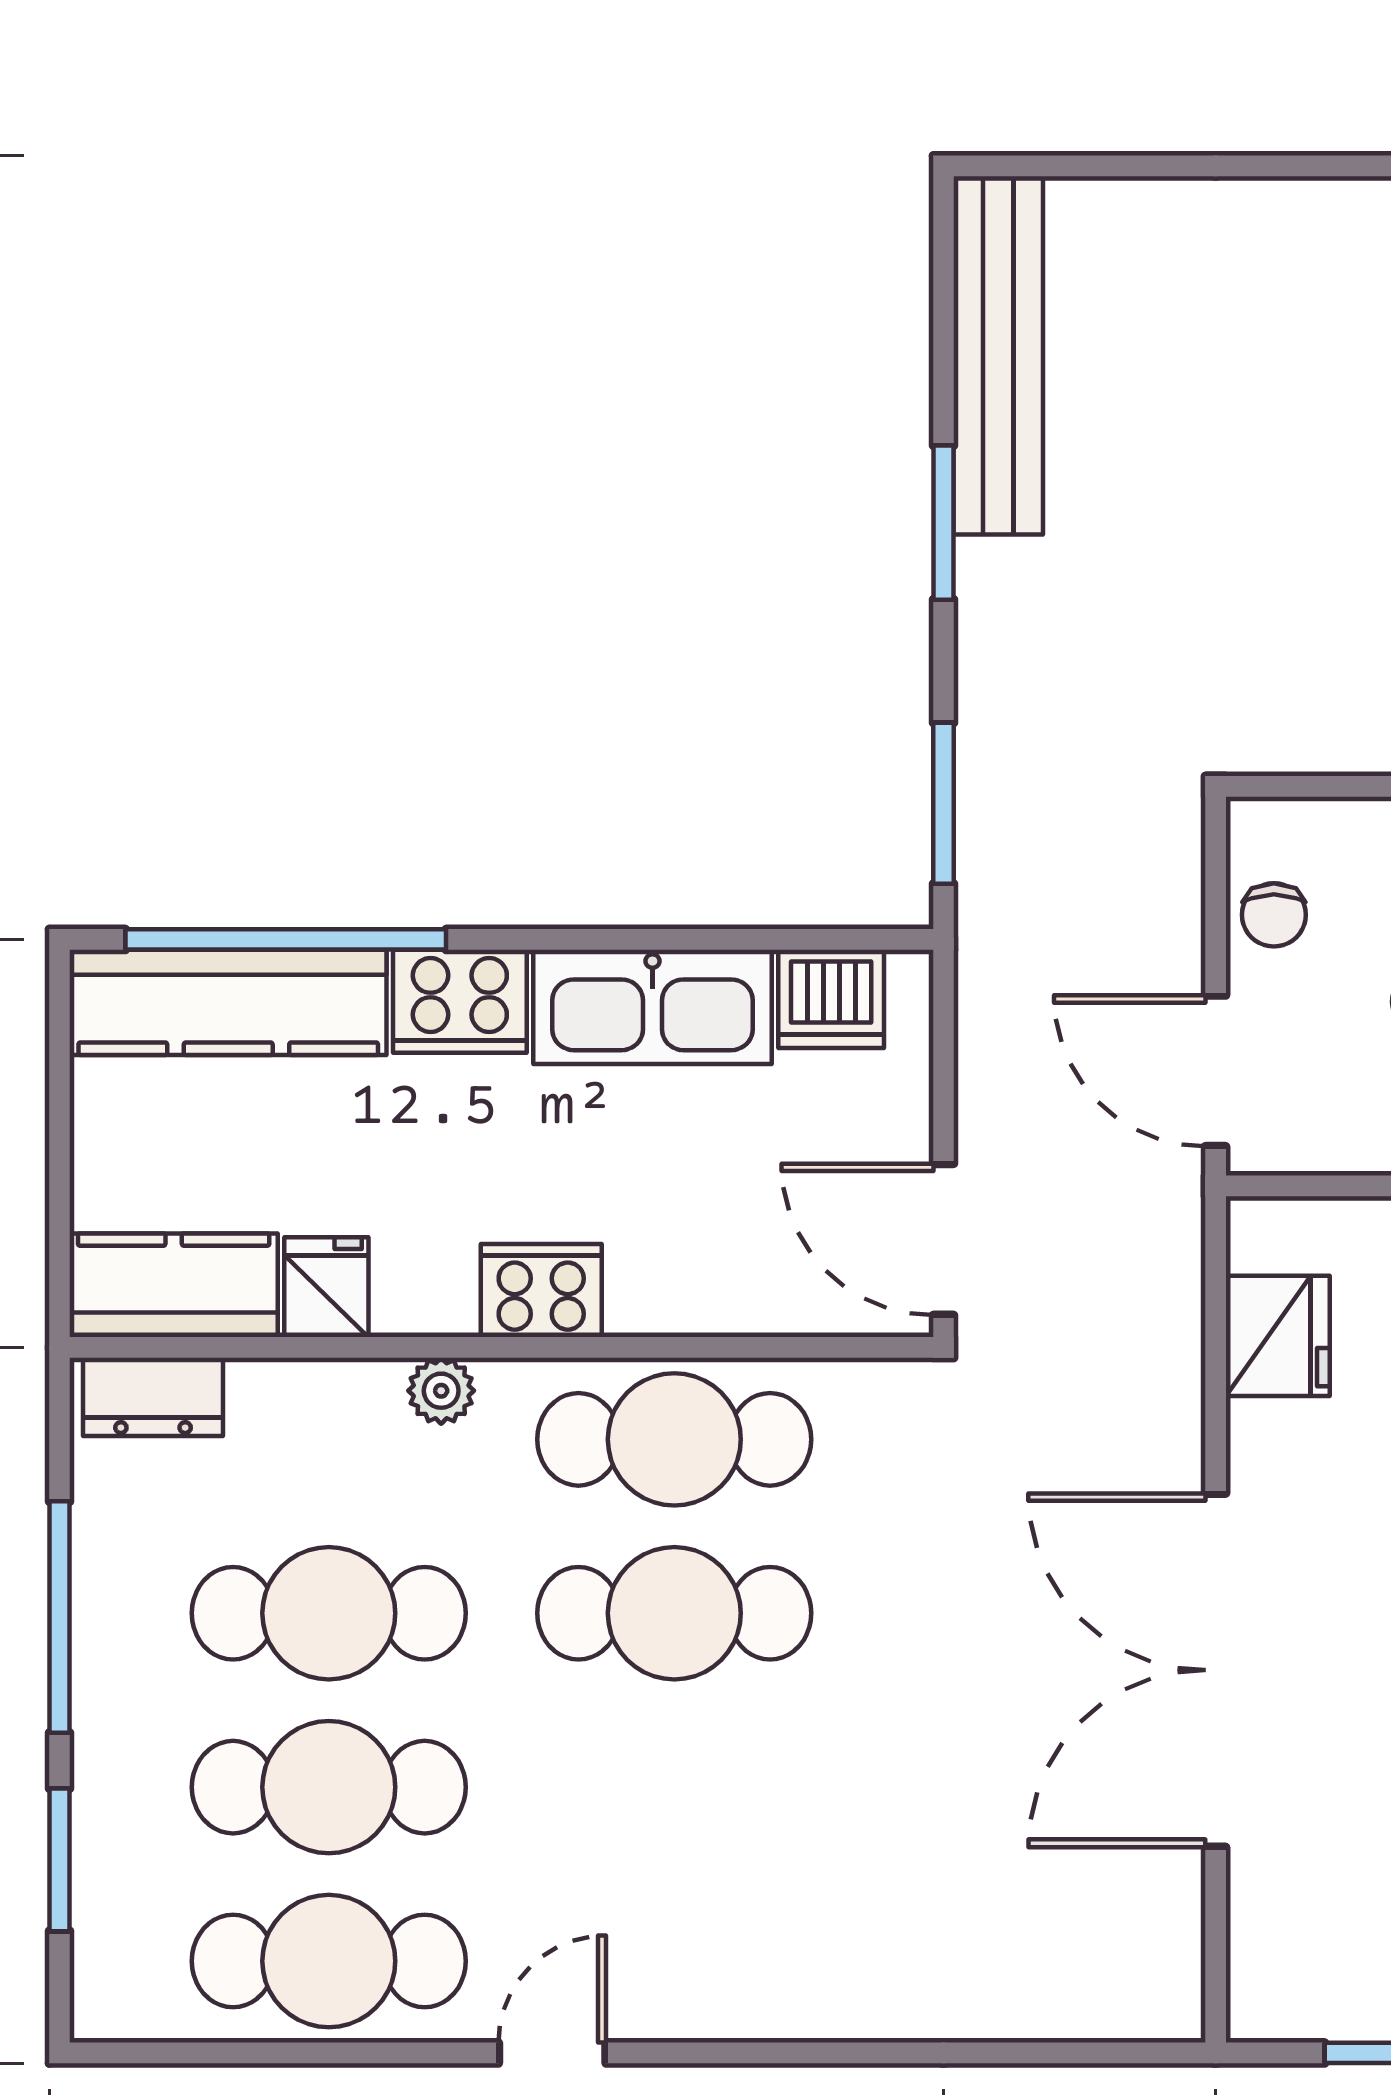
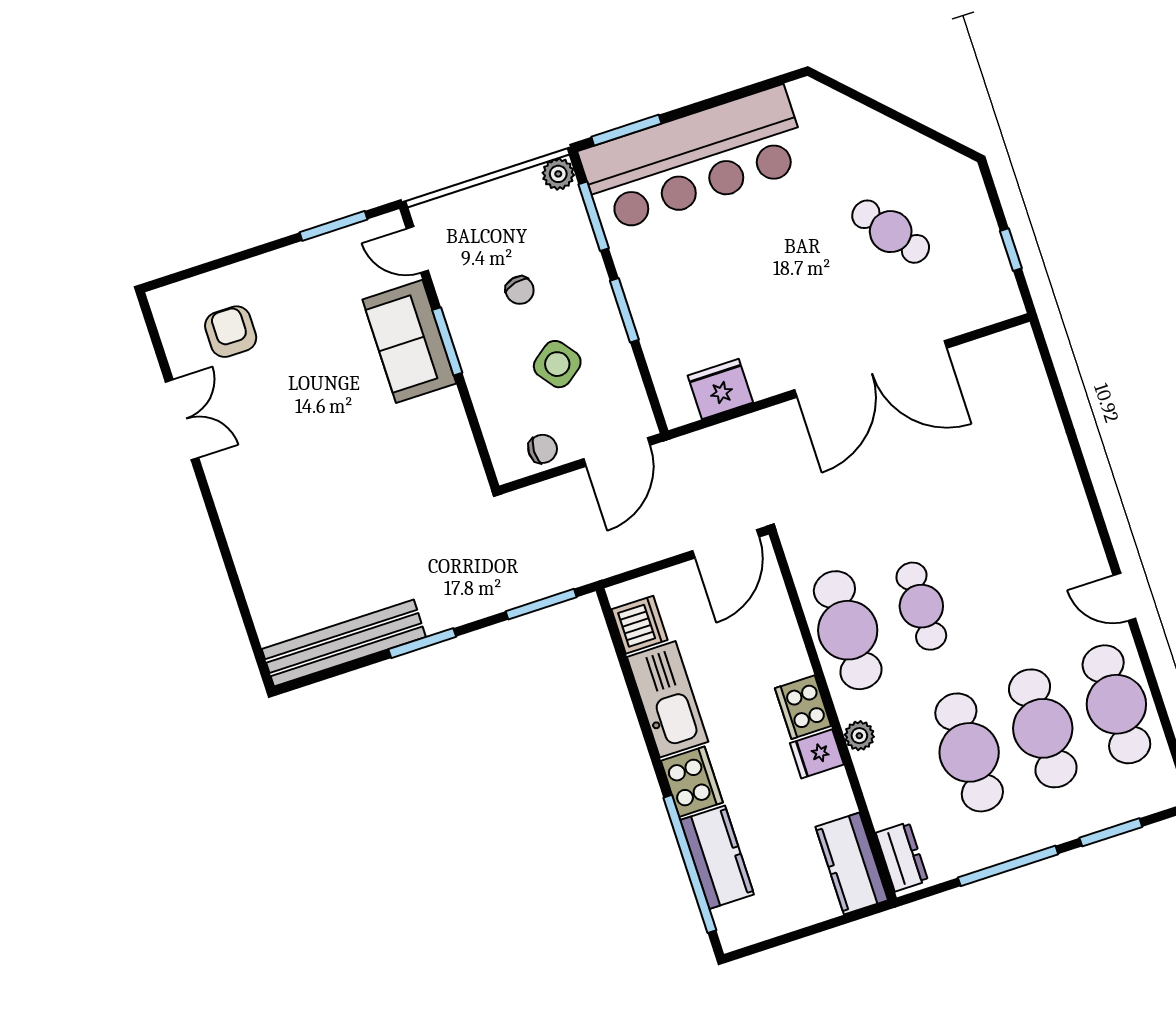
kitchen counter: (228, 1002) -> (717, 857), width x0.67
fridge: (326, 1287) -> (817, 754), moved
cafe table: (674, 1613) -> (921, 606), width x0.73, depth x0.74

